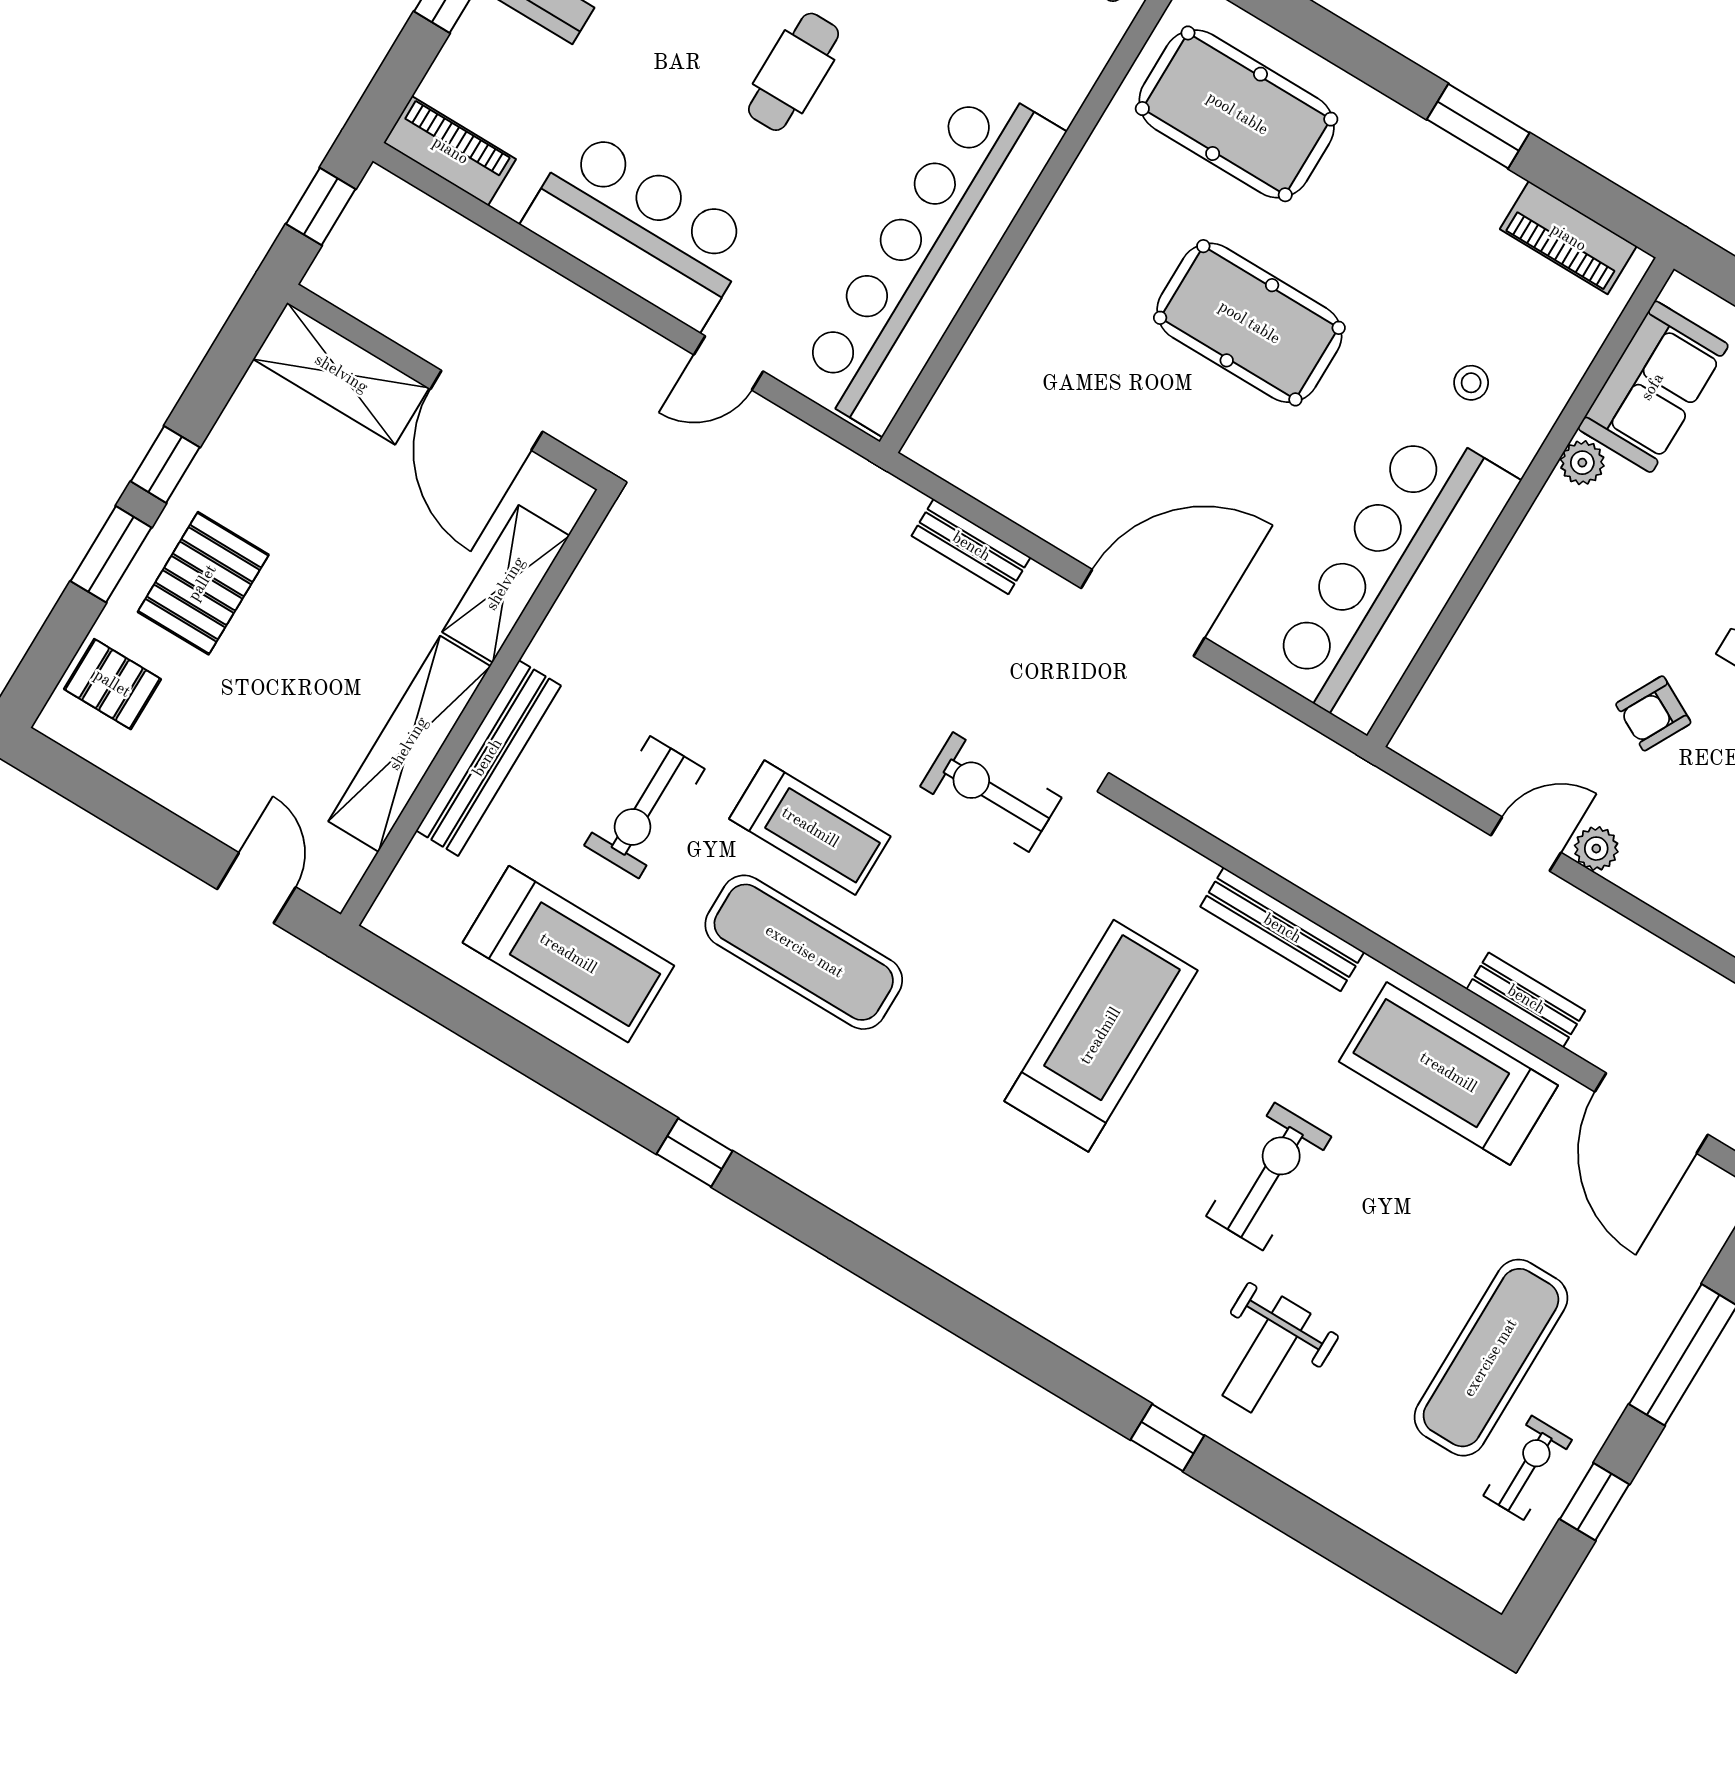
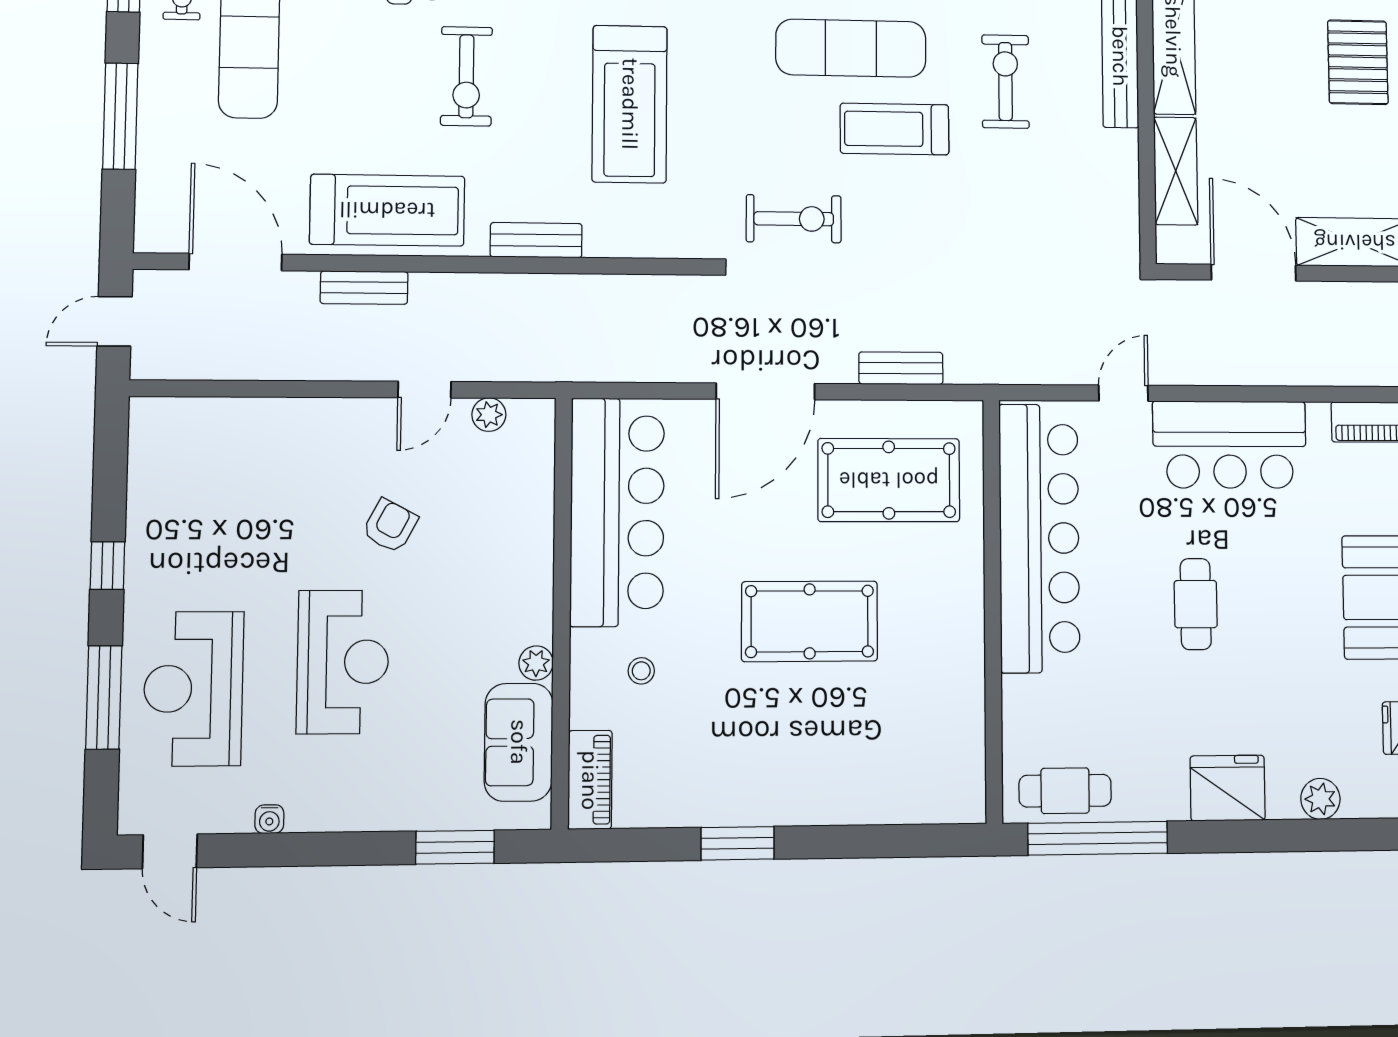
pool table: (1237, 114) -> (889, 480), moved
piano: (1568, 238) -> (590, 780), moved, turned 90
plant: (1596, 849) -> (489, 415), moved
bench: (1282, 929) -> (536, 240), width x0.73

